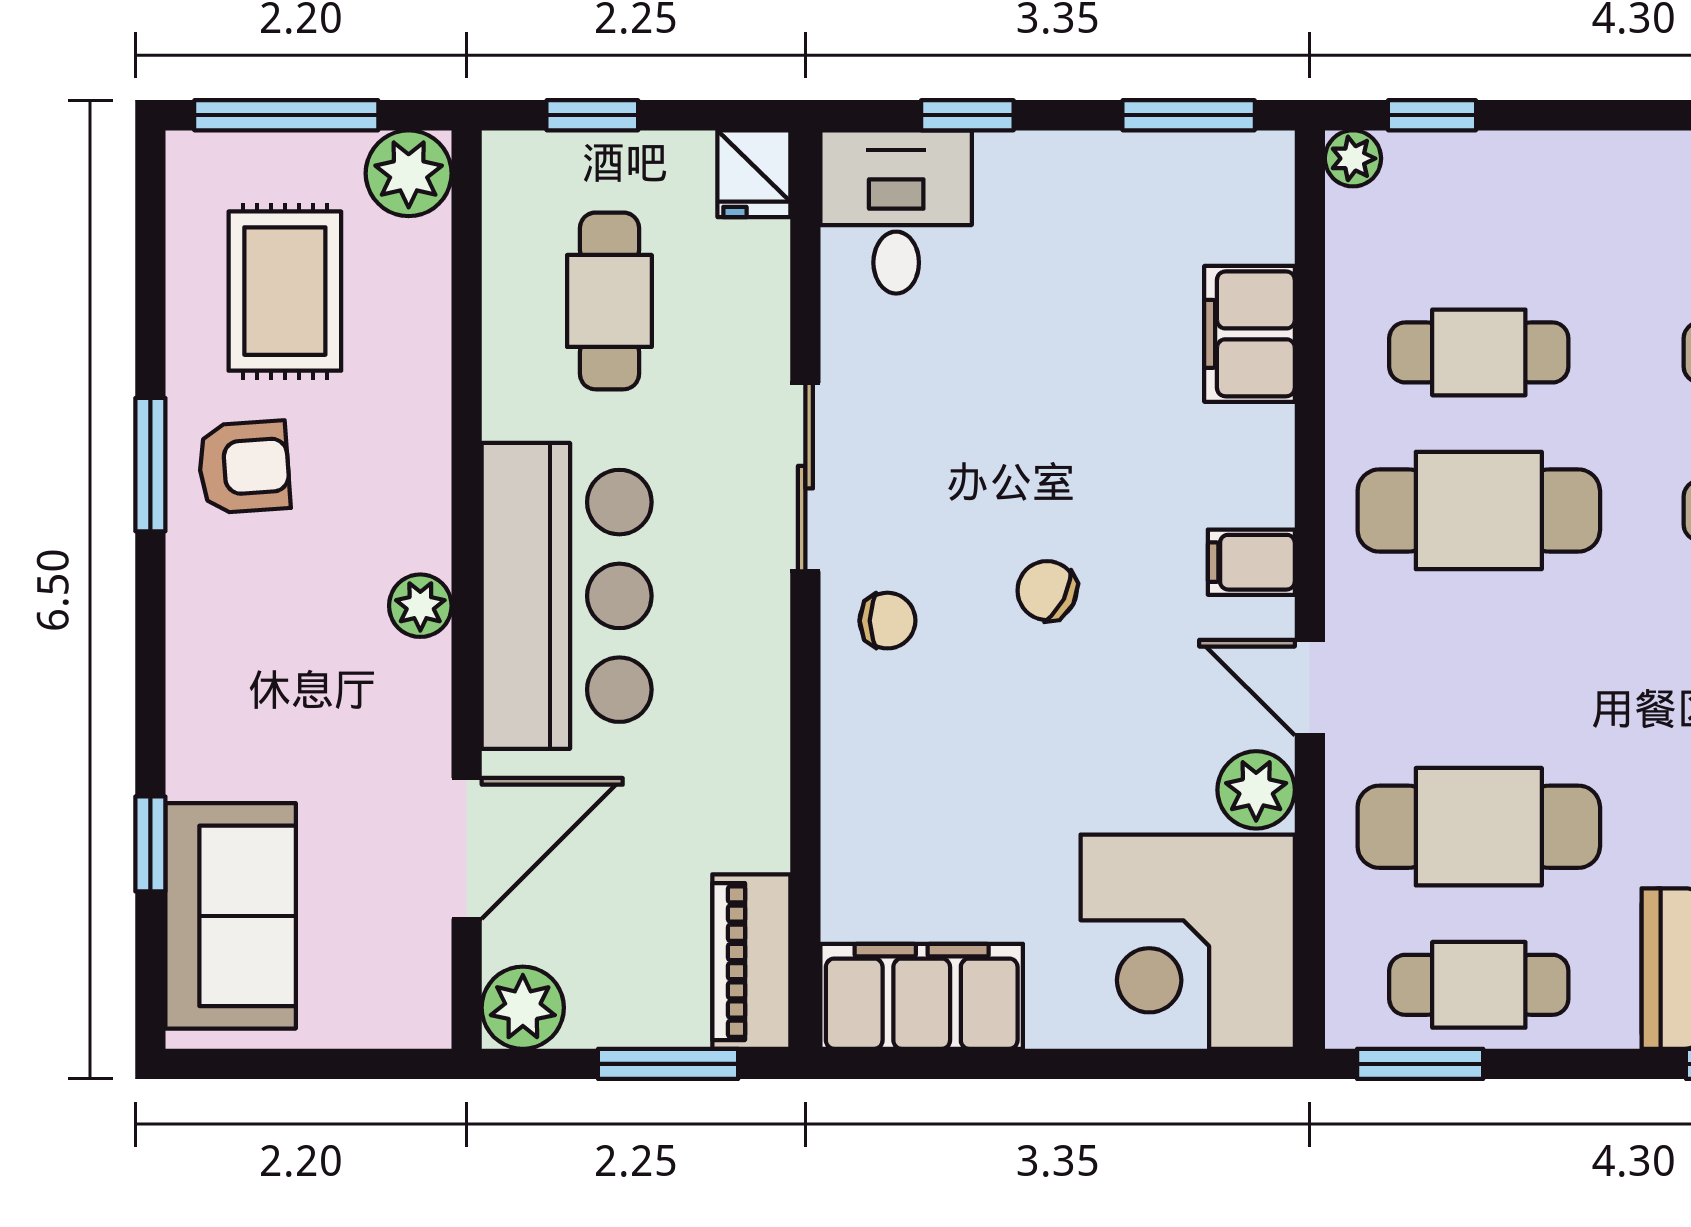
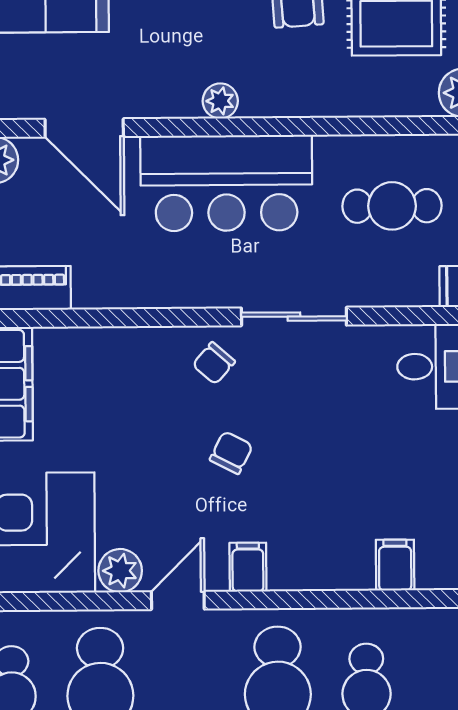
filing cabinet: (1250, 334) -> (395, 565), width x0.50
chair: (888, 621) -> (214, 363), turned 41

